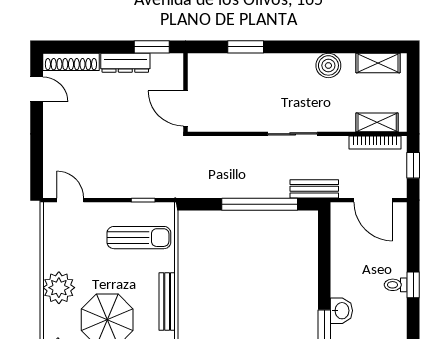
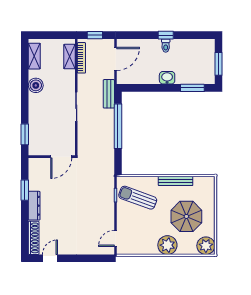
wall: (186, 92) -> (52, 157), moved
door: (186, 108) -> (61, 157), moved
sun lounger: (139, 238) -> (138, 198), turned -70
washbasin: (341, 311) -> (167, 78), moved

